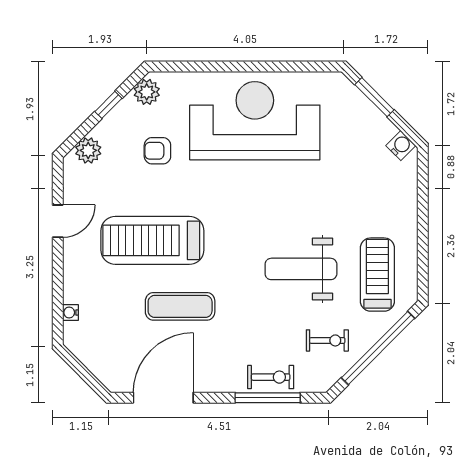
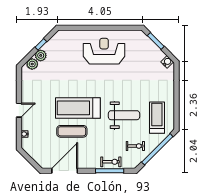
plant: (147, 92) -> (41, 55), moved
reception desk: (255, 121) -> (104, 51), width x0.74, depth x0.77
armchair: (157, 151) -> (62, 64), removed
door: (58, 221) -> (19, 110), moved
treadmill: (152, 240) -> (78, 108), moved
weight bench: (301, 269) -> (124, 115), turned 180

